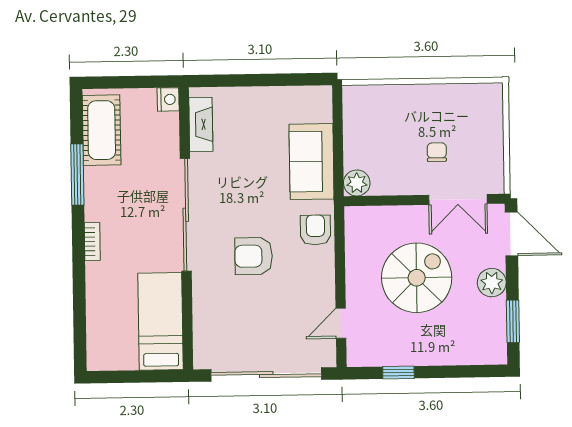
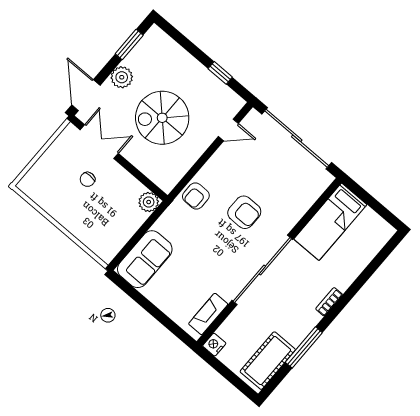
sofa: (312, 162) -> (145, 259), moved

